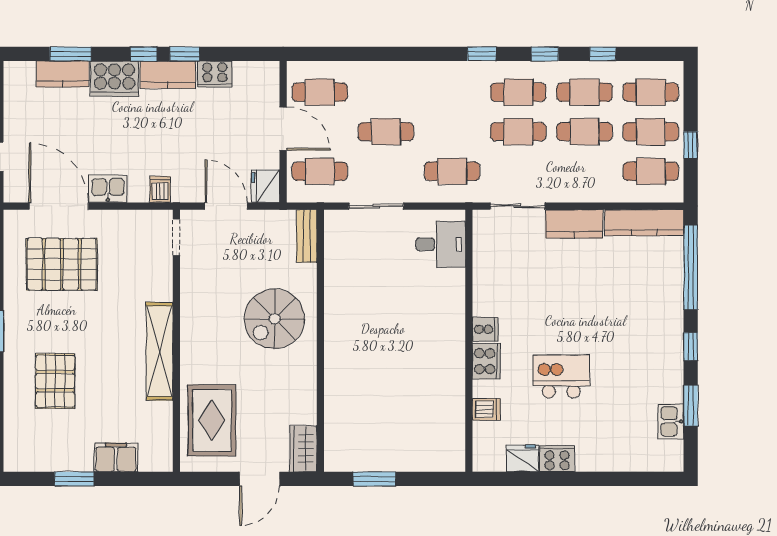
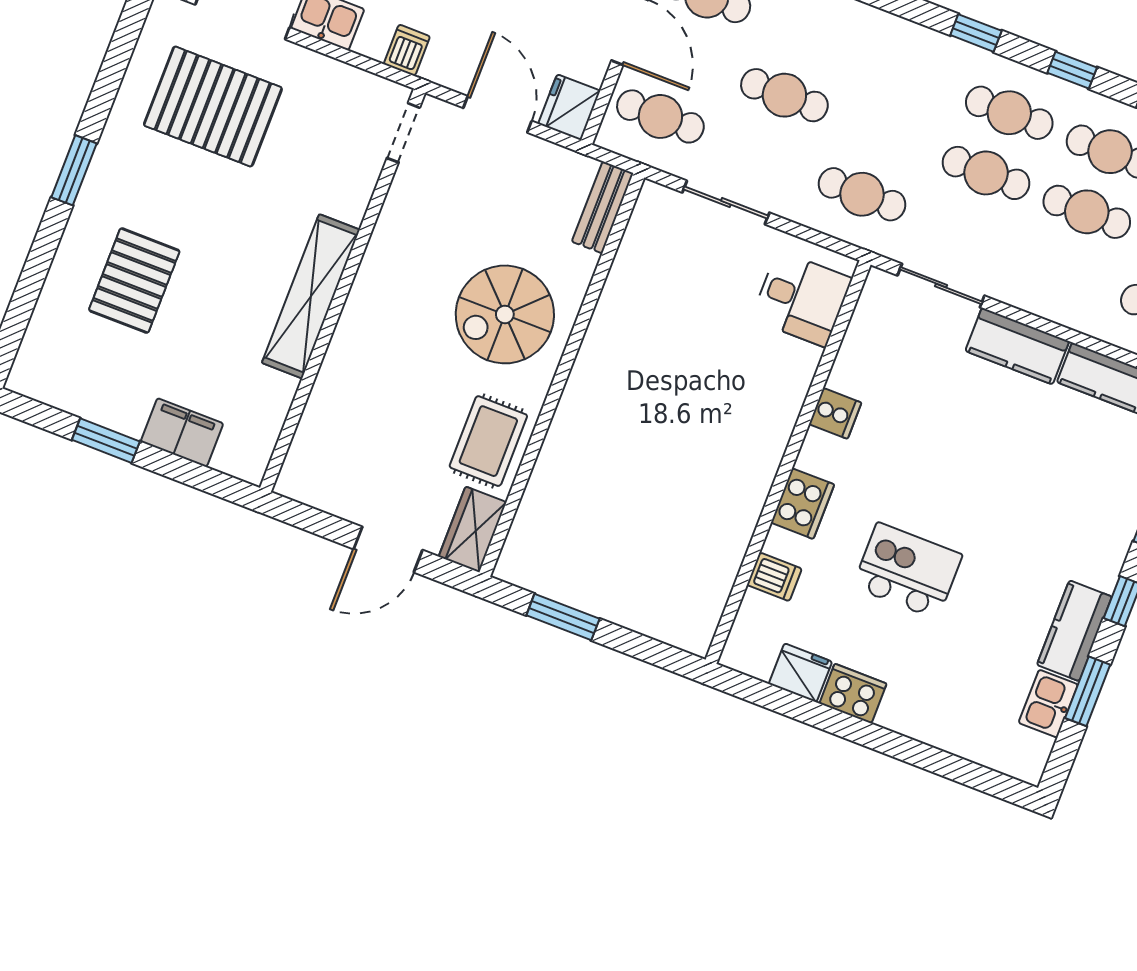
cooker: (485, 329) -> (835, 413), moved
kitchen counter: (670, 374) -> (1074, 631), added
rug: (212, 420) -> (488, 441), moved, width x0.73, depth x0.70

